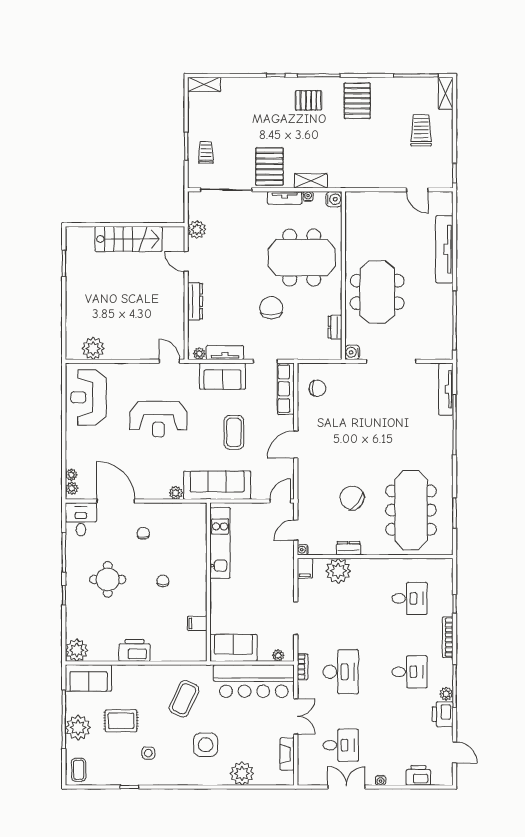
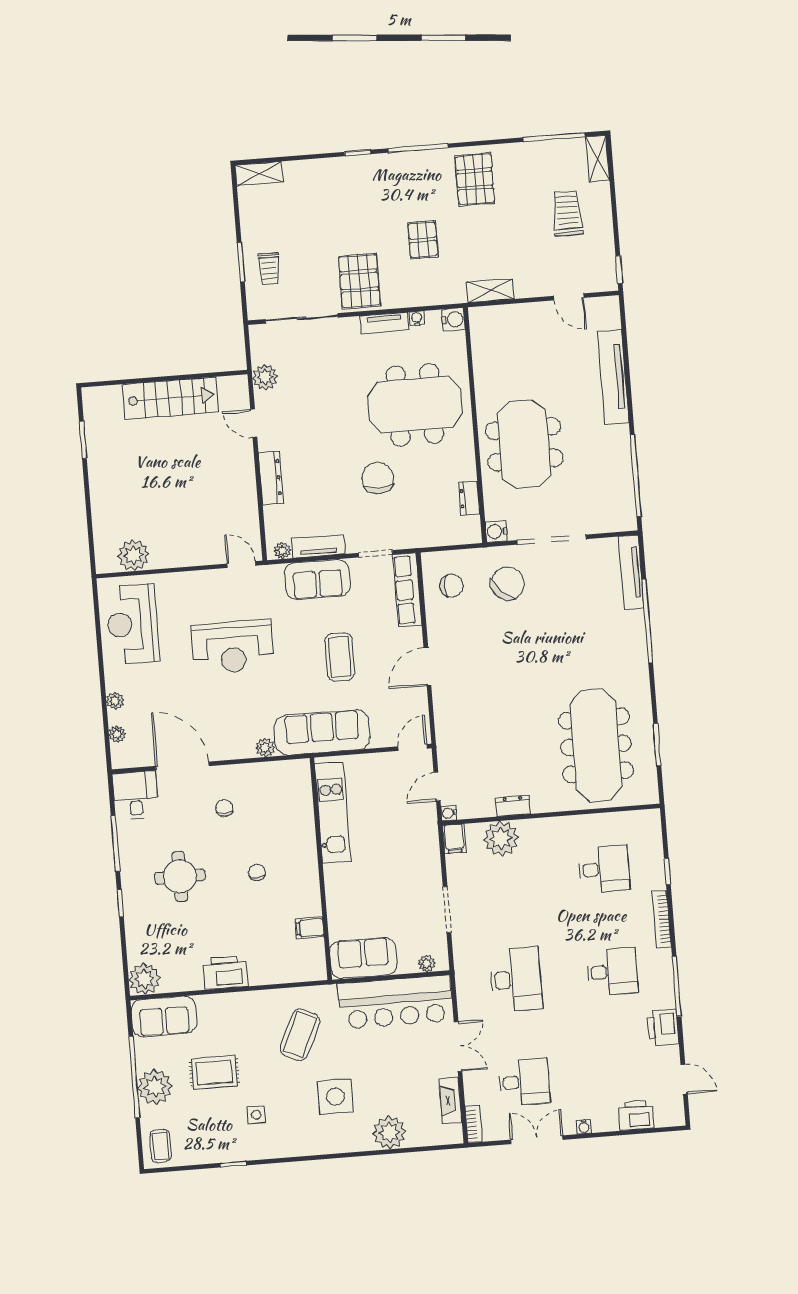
pallet: (308, 100) -> (423, 240), moved, turned 90
trolley: (206, 152) -> (269, 268), turned 180
shelving: (311, 181) -> (490, 291), moved
plant: (72, 488) -> (115, 701), moved
chair: (352, 498) -> (508, 583), moved, turned 98
bookcase: (303, 667) -> (474, 1124), moved
plant: (446, 694) -> (666, 998), removed

